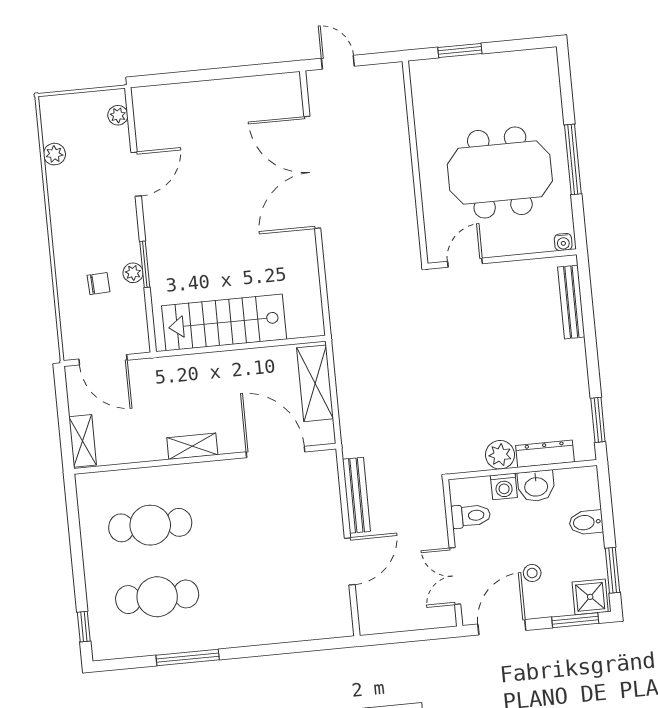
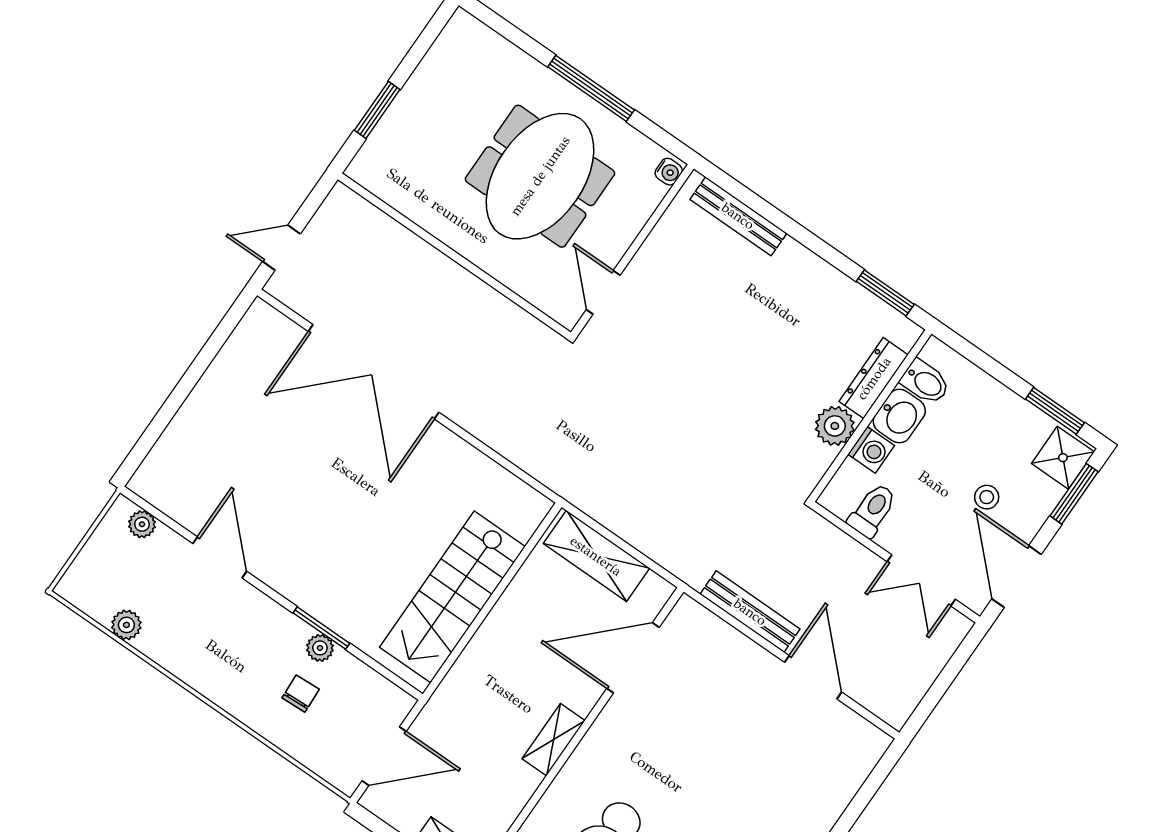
bidet: (586, 522) -> (925, 382), moved, turned -90

